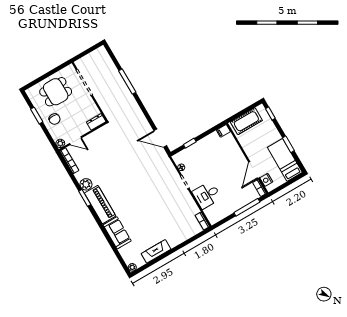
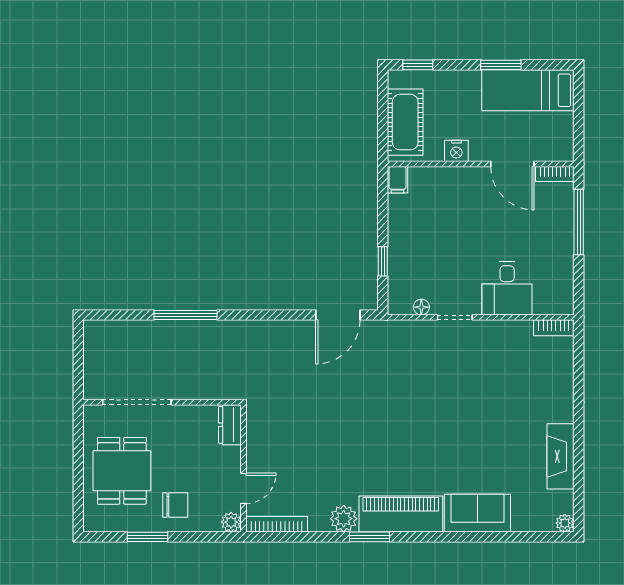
nightstand: (266, 180) -> (456, 151), moved

